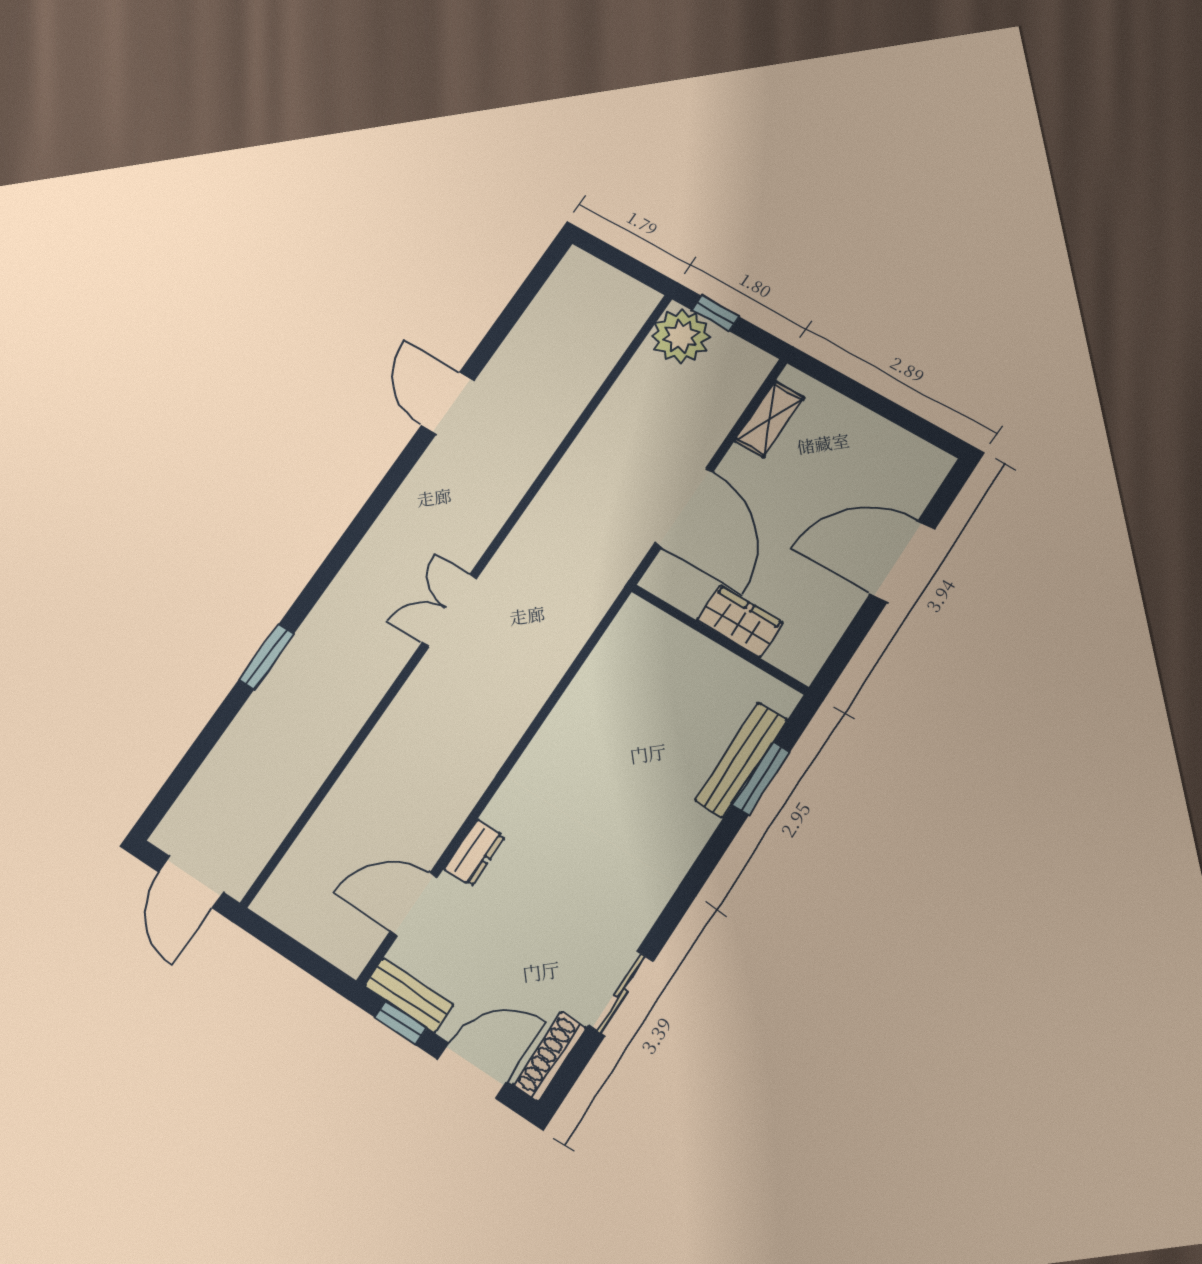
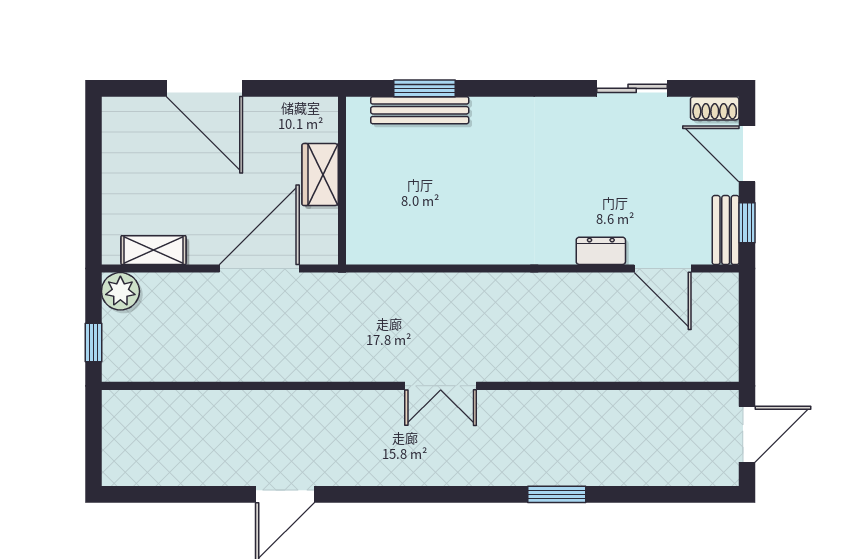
plant: (681, 336) -> (120, 291), moved, width x0.73, depth x0.73
shoe rack: (550, 1056) -> (715, 108), width x0.70

